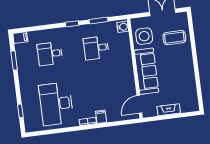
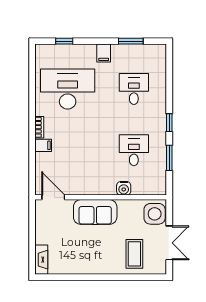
water cooler: (123, 27) -> (124, 188), moved
side table: (144, 36) -> (155, 214), moved
filing cabinet: (20, 38) -> (104, 53), moved
sofa: (146, 71) -> (95, 212), width x0.73
fireplace: (169, 110) -> (41, 260), moved

